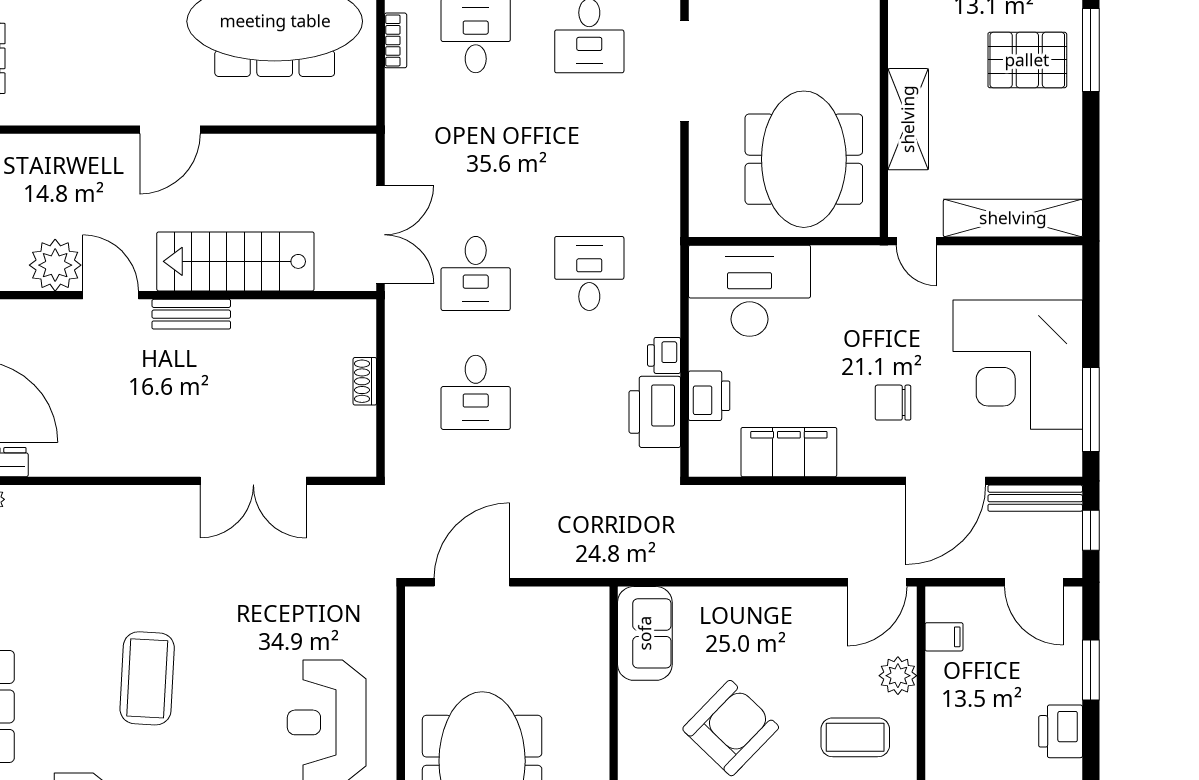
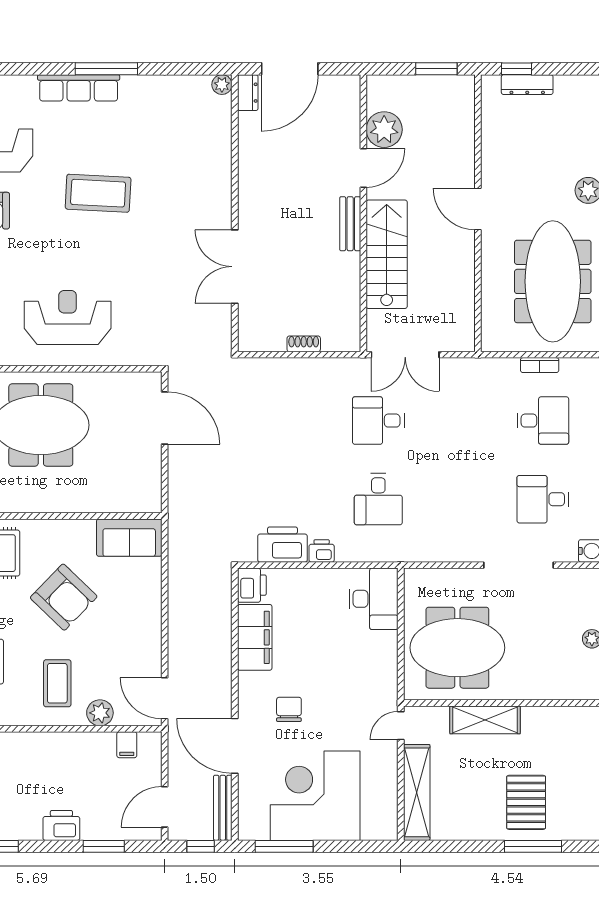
desk: (589, 273) -> (378, 499), turned 90
desk: (750, 291) -> (374, 599), width x0.73, depth x0.77
desk: (476, 392) -> (296, 421), removed
printer: (709, 396) -> (252, 585), moved, turned -90

